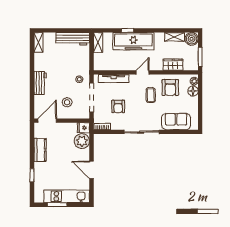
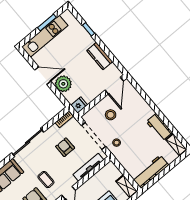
workbench: (40, 83) -> (159, 127), moved
plant: (82, 141) -> (63, 84), moved

